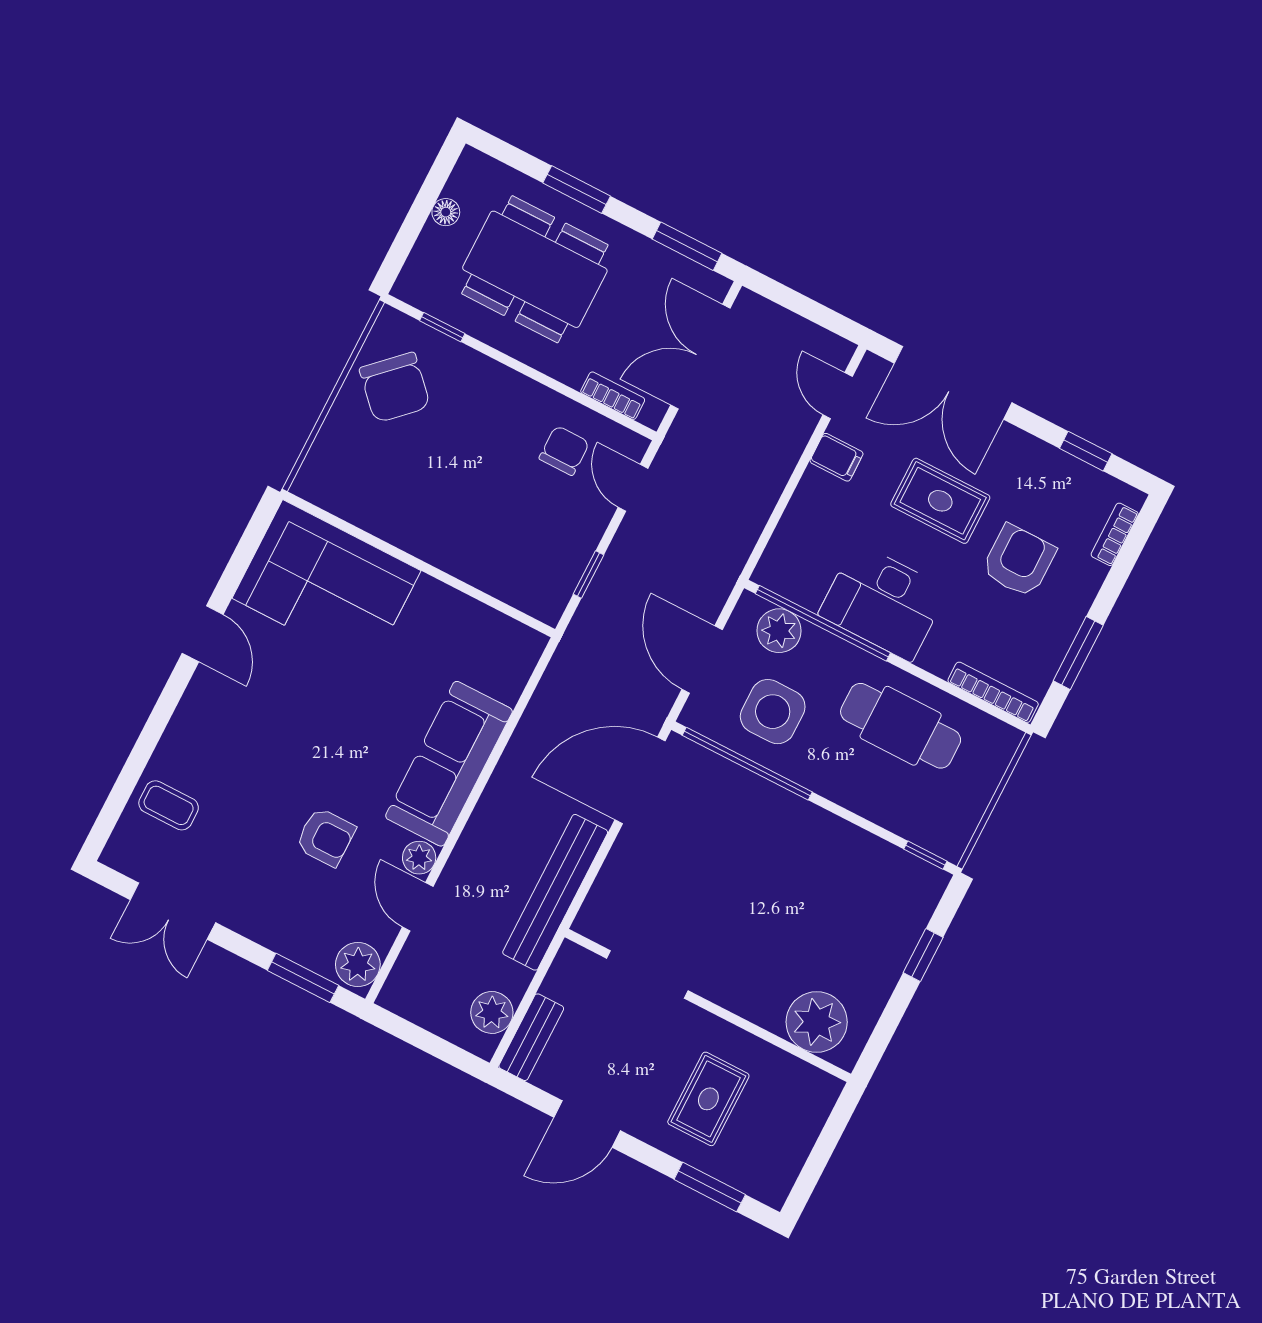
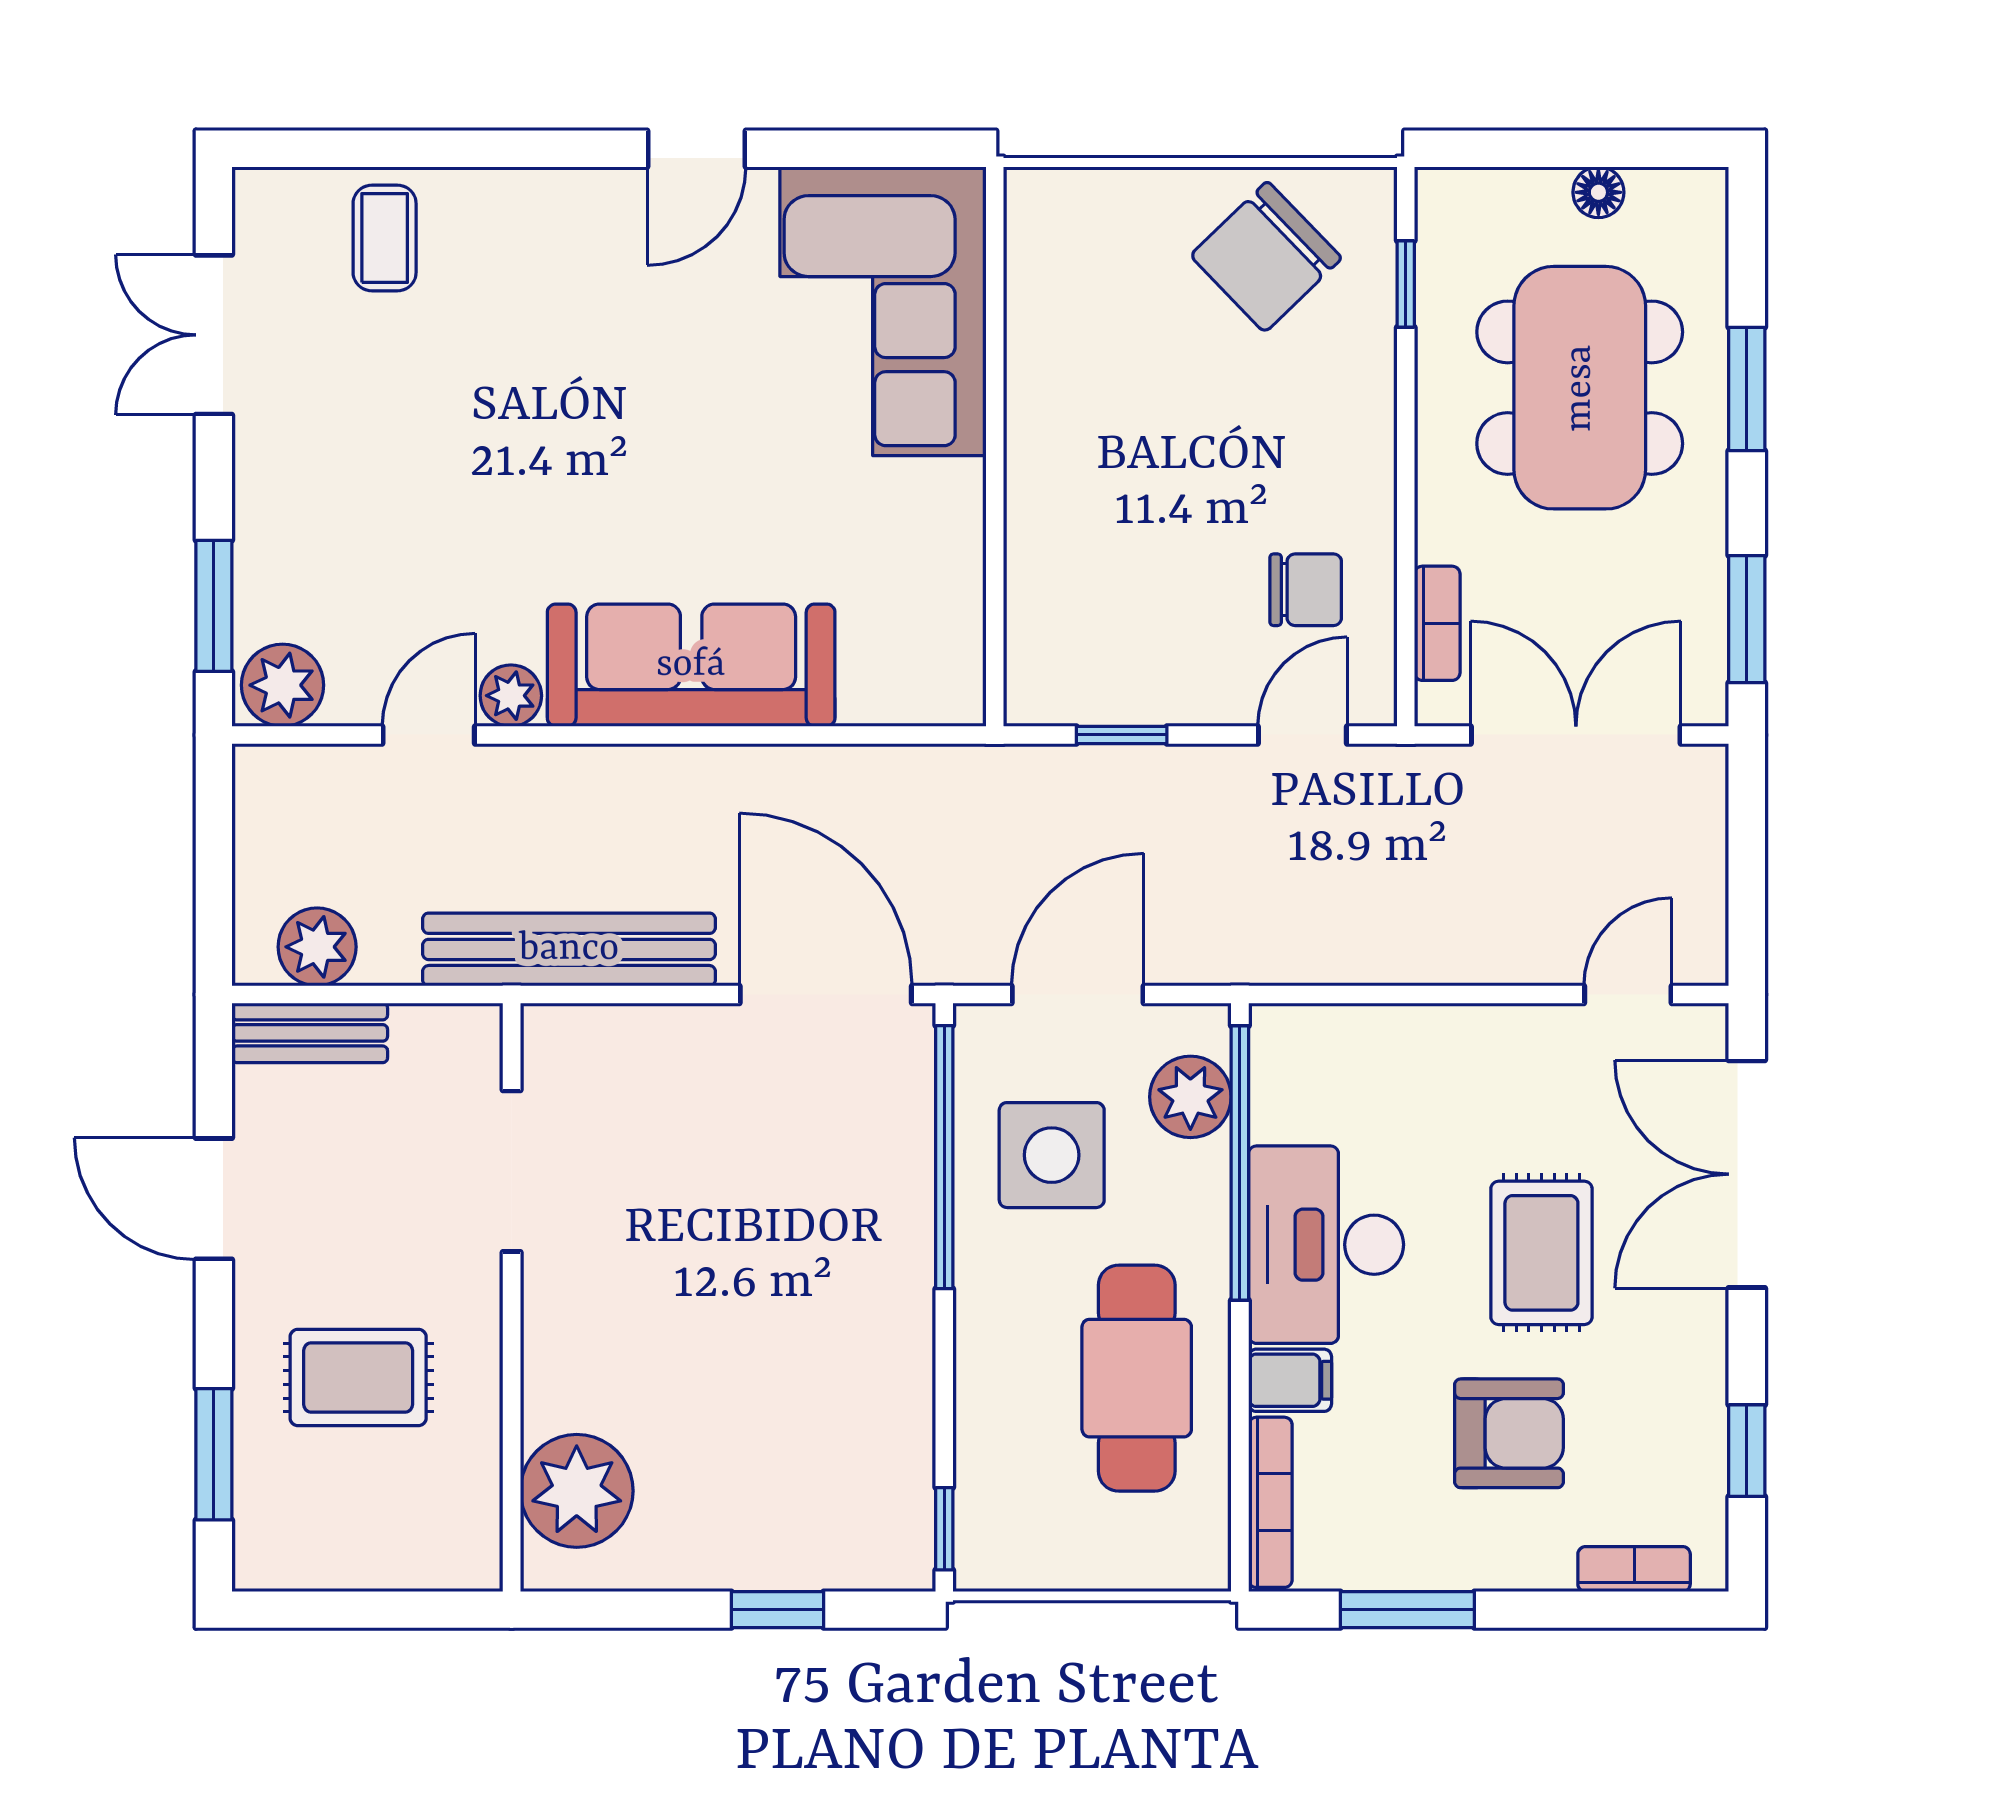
filing cabinet: (836, 457) -> (1290, 1380), moved, turned -90
armchair: (326, 837) -> (466, 524), removed

